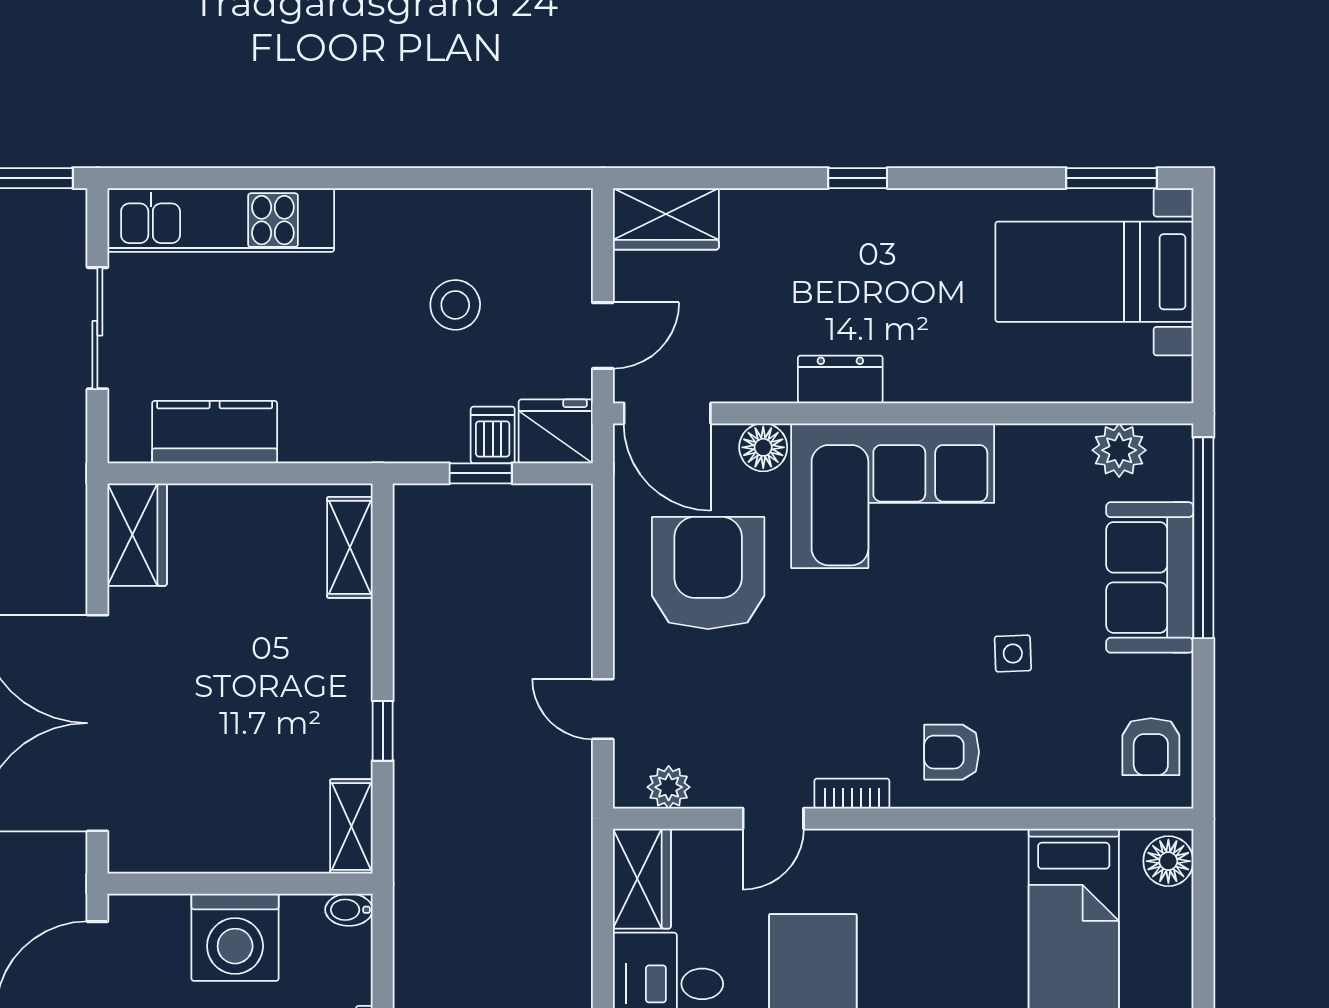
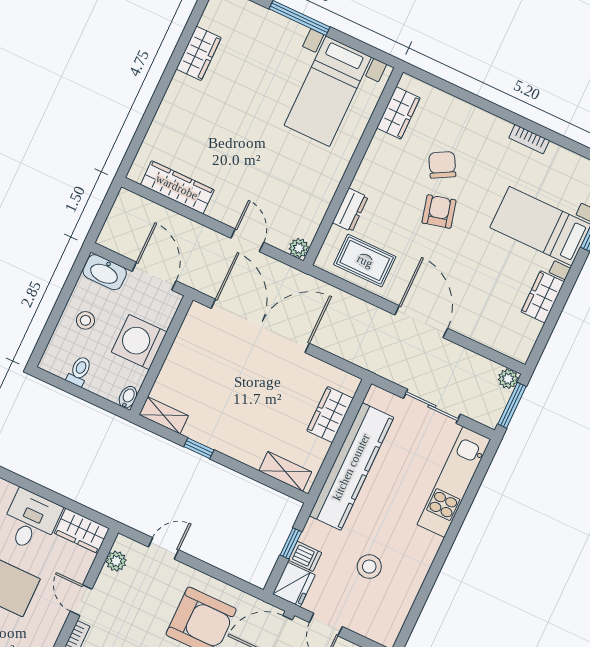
kitchen counter: (215, 432) -> (351, 467), width x2.08, depth x1.17
wardrobe: (137, 535) -> (330, 415), moved, turned 90

